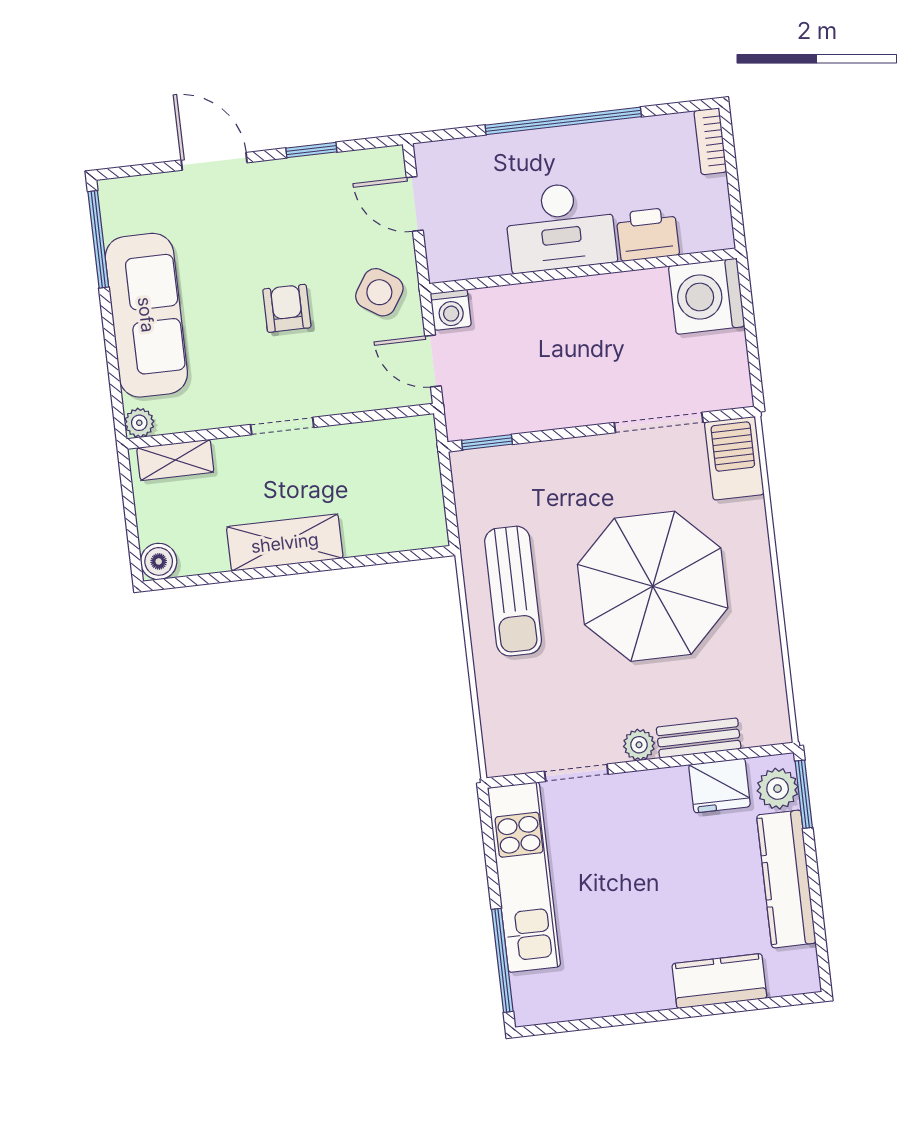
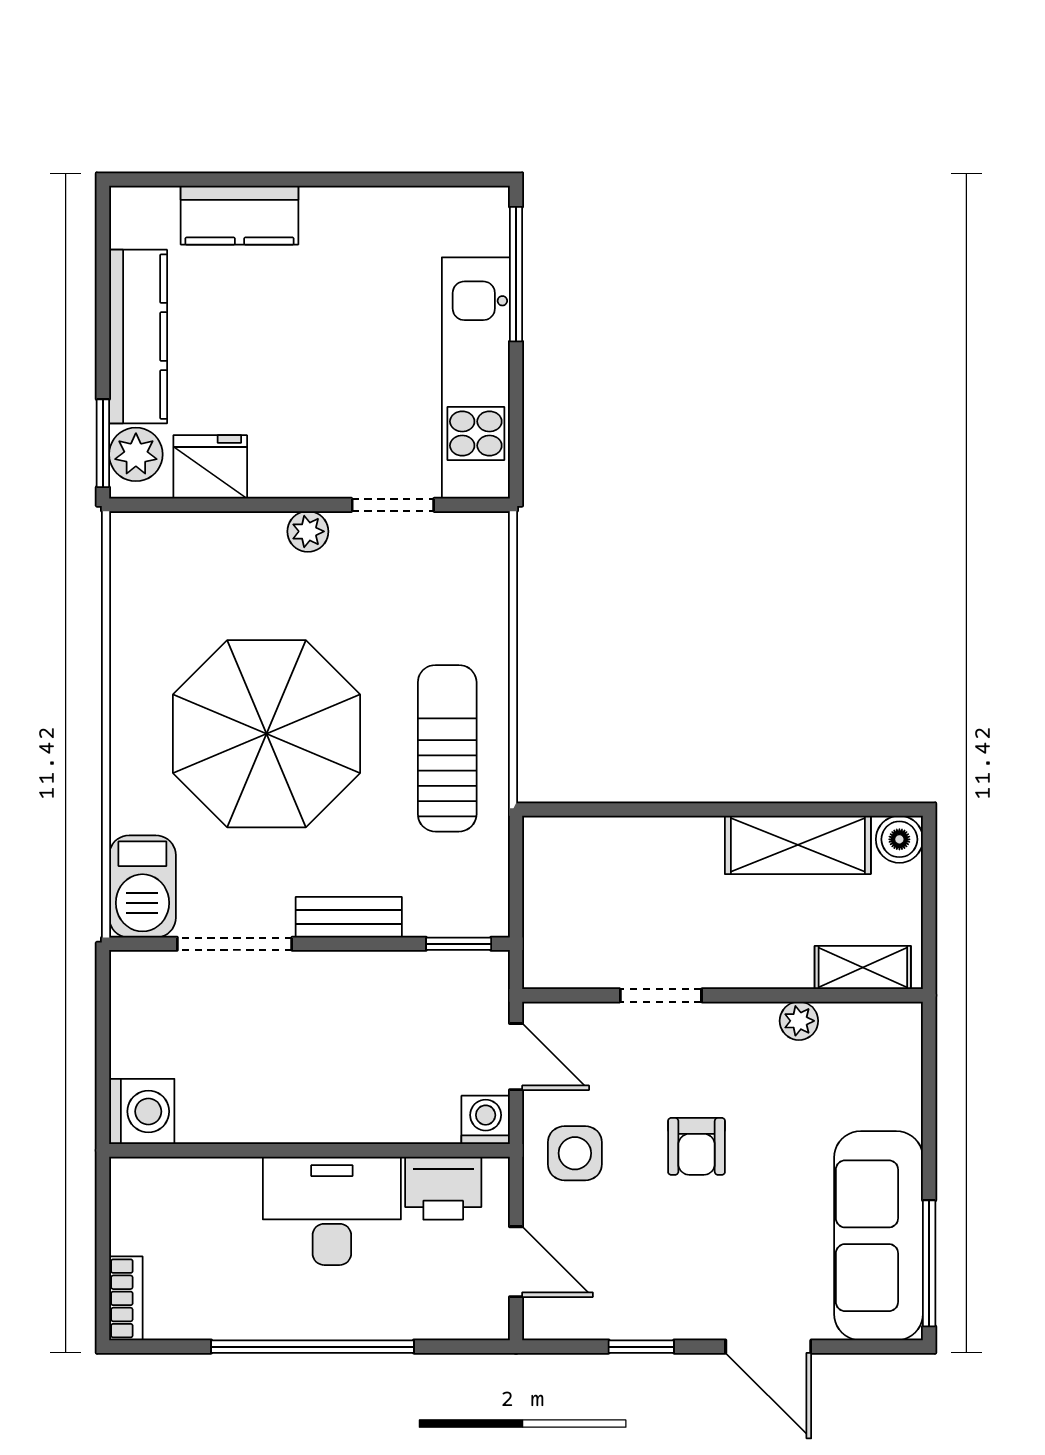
printer: (648, 234) -> (443, 1188), moved
side table: (379, 292) -> (575, 1153), turned -33
washing machine: (707, 296) -> (142, 1111), width x0.73, depth x0.73
sofa: (146, 315) -> (878, 1236), moved
plant: (139, 423) -> (799, 1021), moved
doorway: (282, 426) -> (661, 995), moved
shelving: (285, 543) -> (798, 845), moved
bench: (699, 738) -> (349, 917), moved

